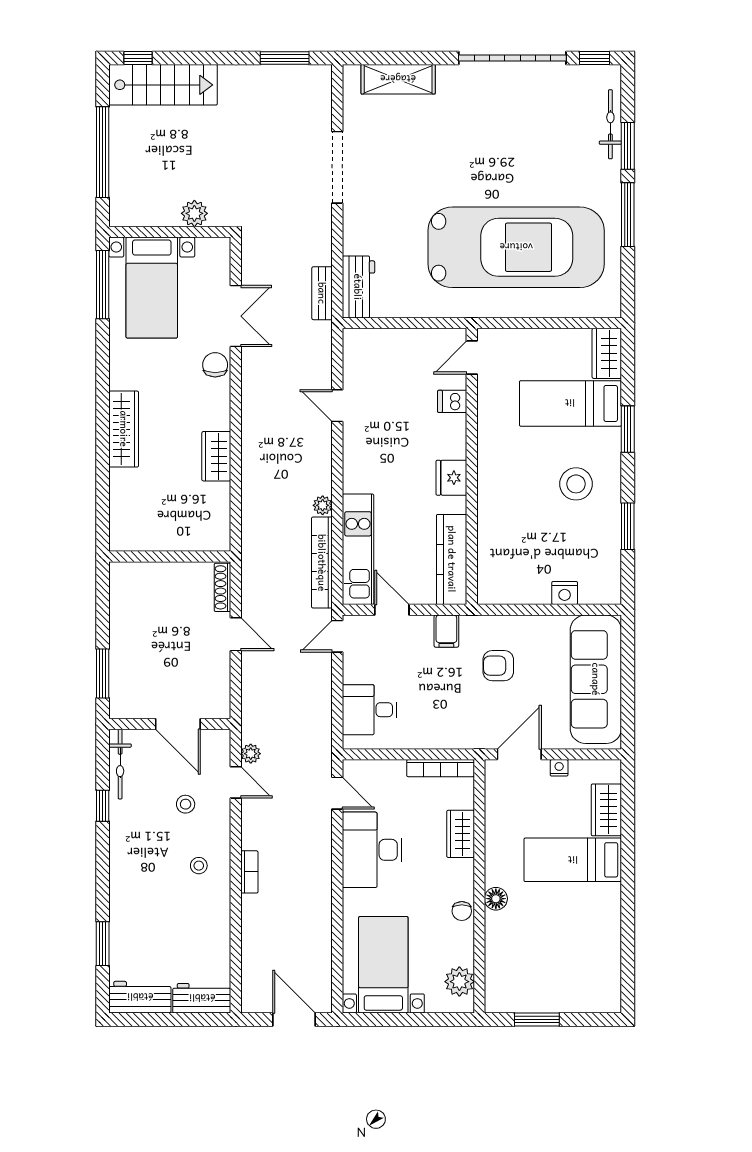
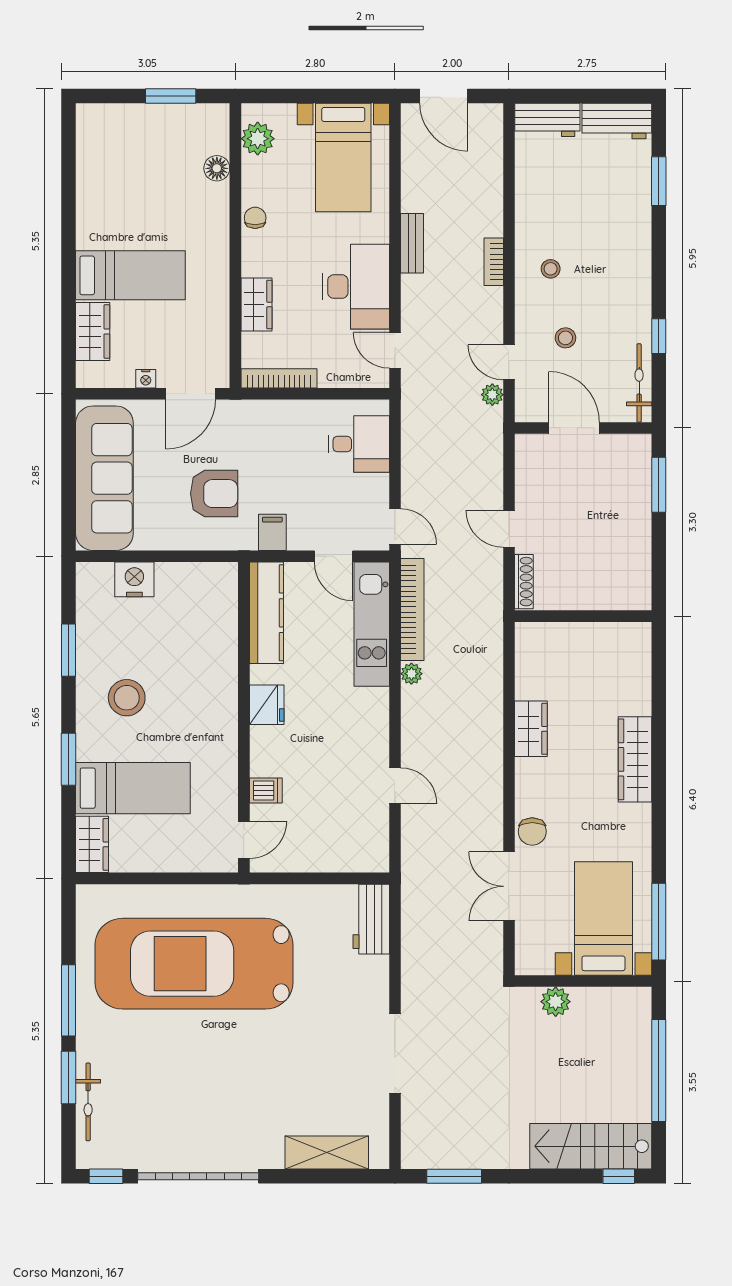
bench: (322, 293) -> (412, 243), moved
nightstand: (565, 593) -> (134, 579), width x1.36, depth x1.33
door: (337, 636) -> (395, 526), hinge flipped
armchair: (498, 666) -> (214, 494), width x1.38, depth x1.38
floor lamp: (496, 899) -> (217, 168), moved

